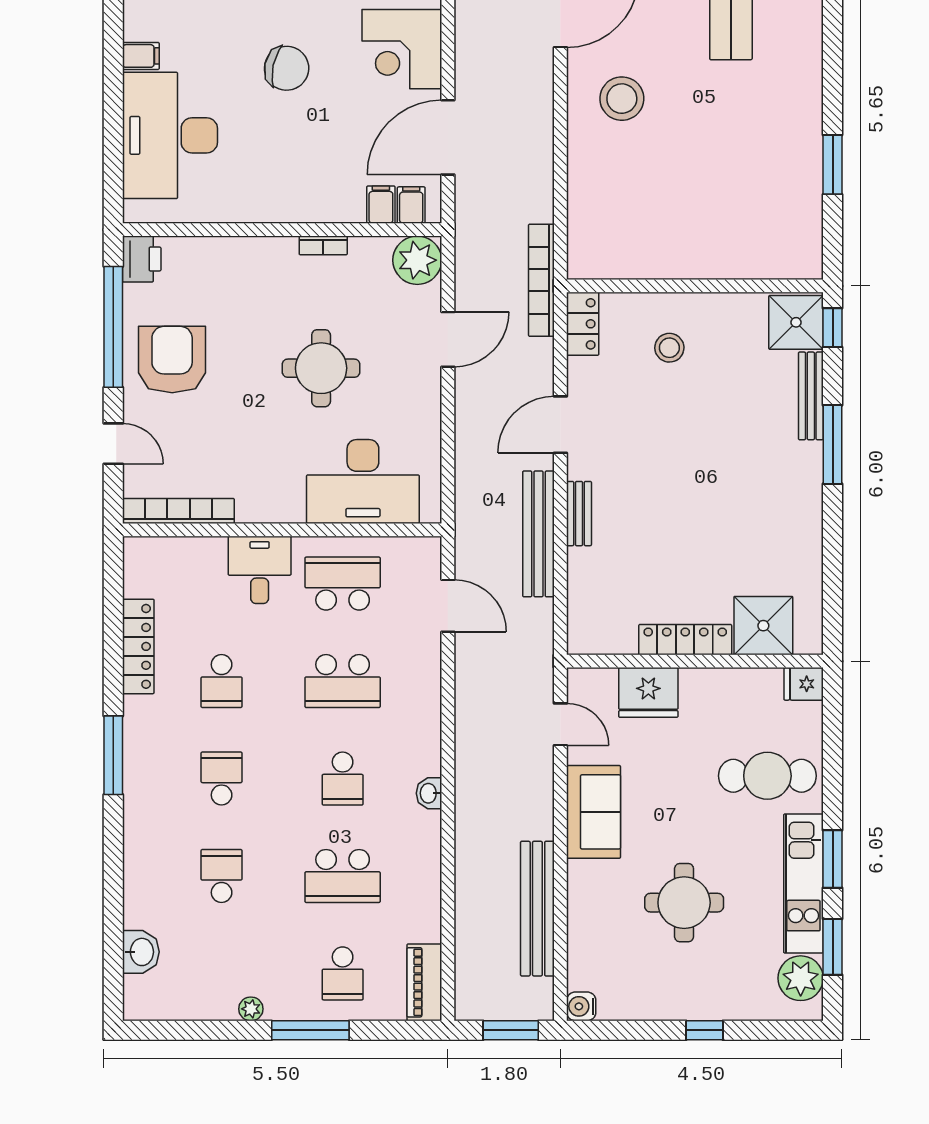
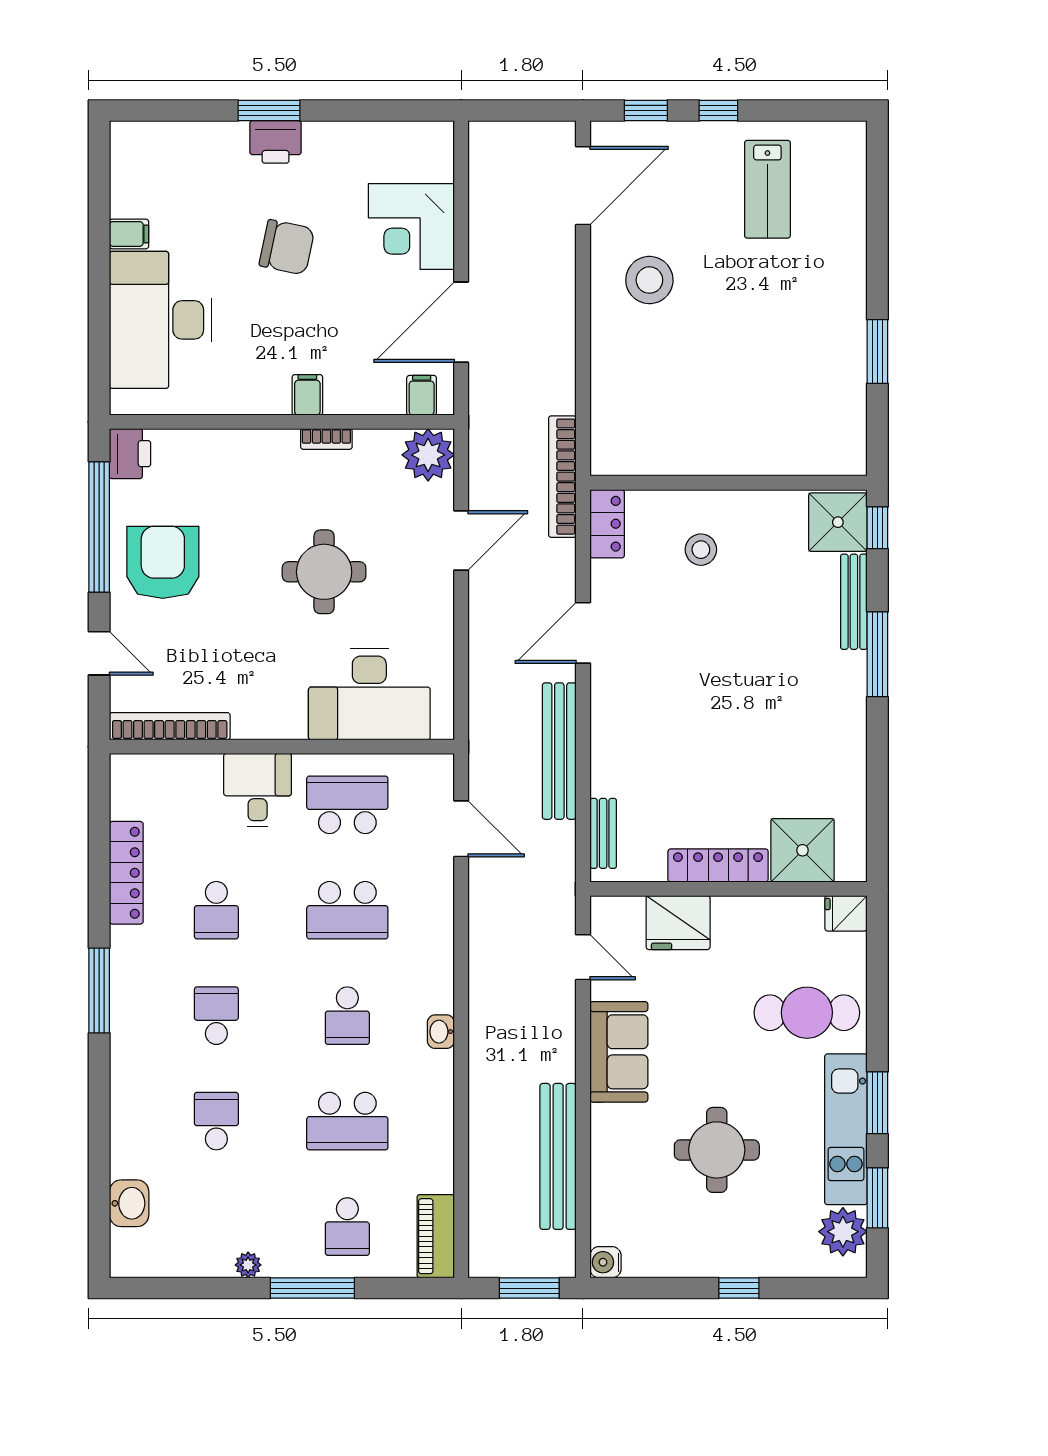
filing cabinet: (381, 205) -> (307, 395), moved
bench: (579, 514) -> (603, 833), moved

